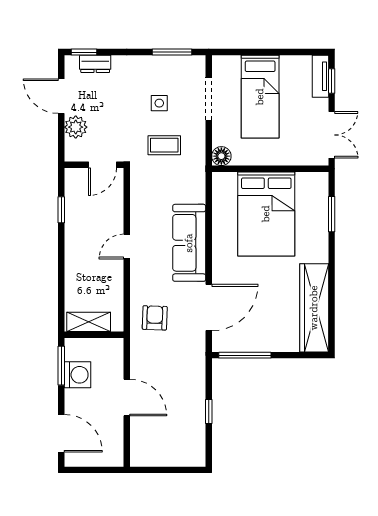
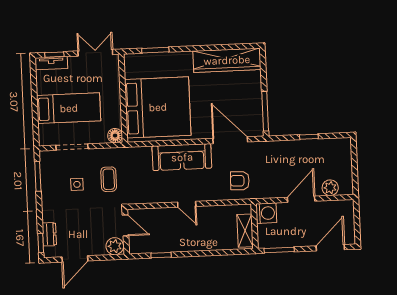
plant: (76, 127) -> (115, 246), moved
bed: (266, 214) -> (158, 107), width x1.36
washing machine: (77, 375) -> (266, 213), moved, turned 90
plant: (140, 437) -> (330, 188), added

